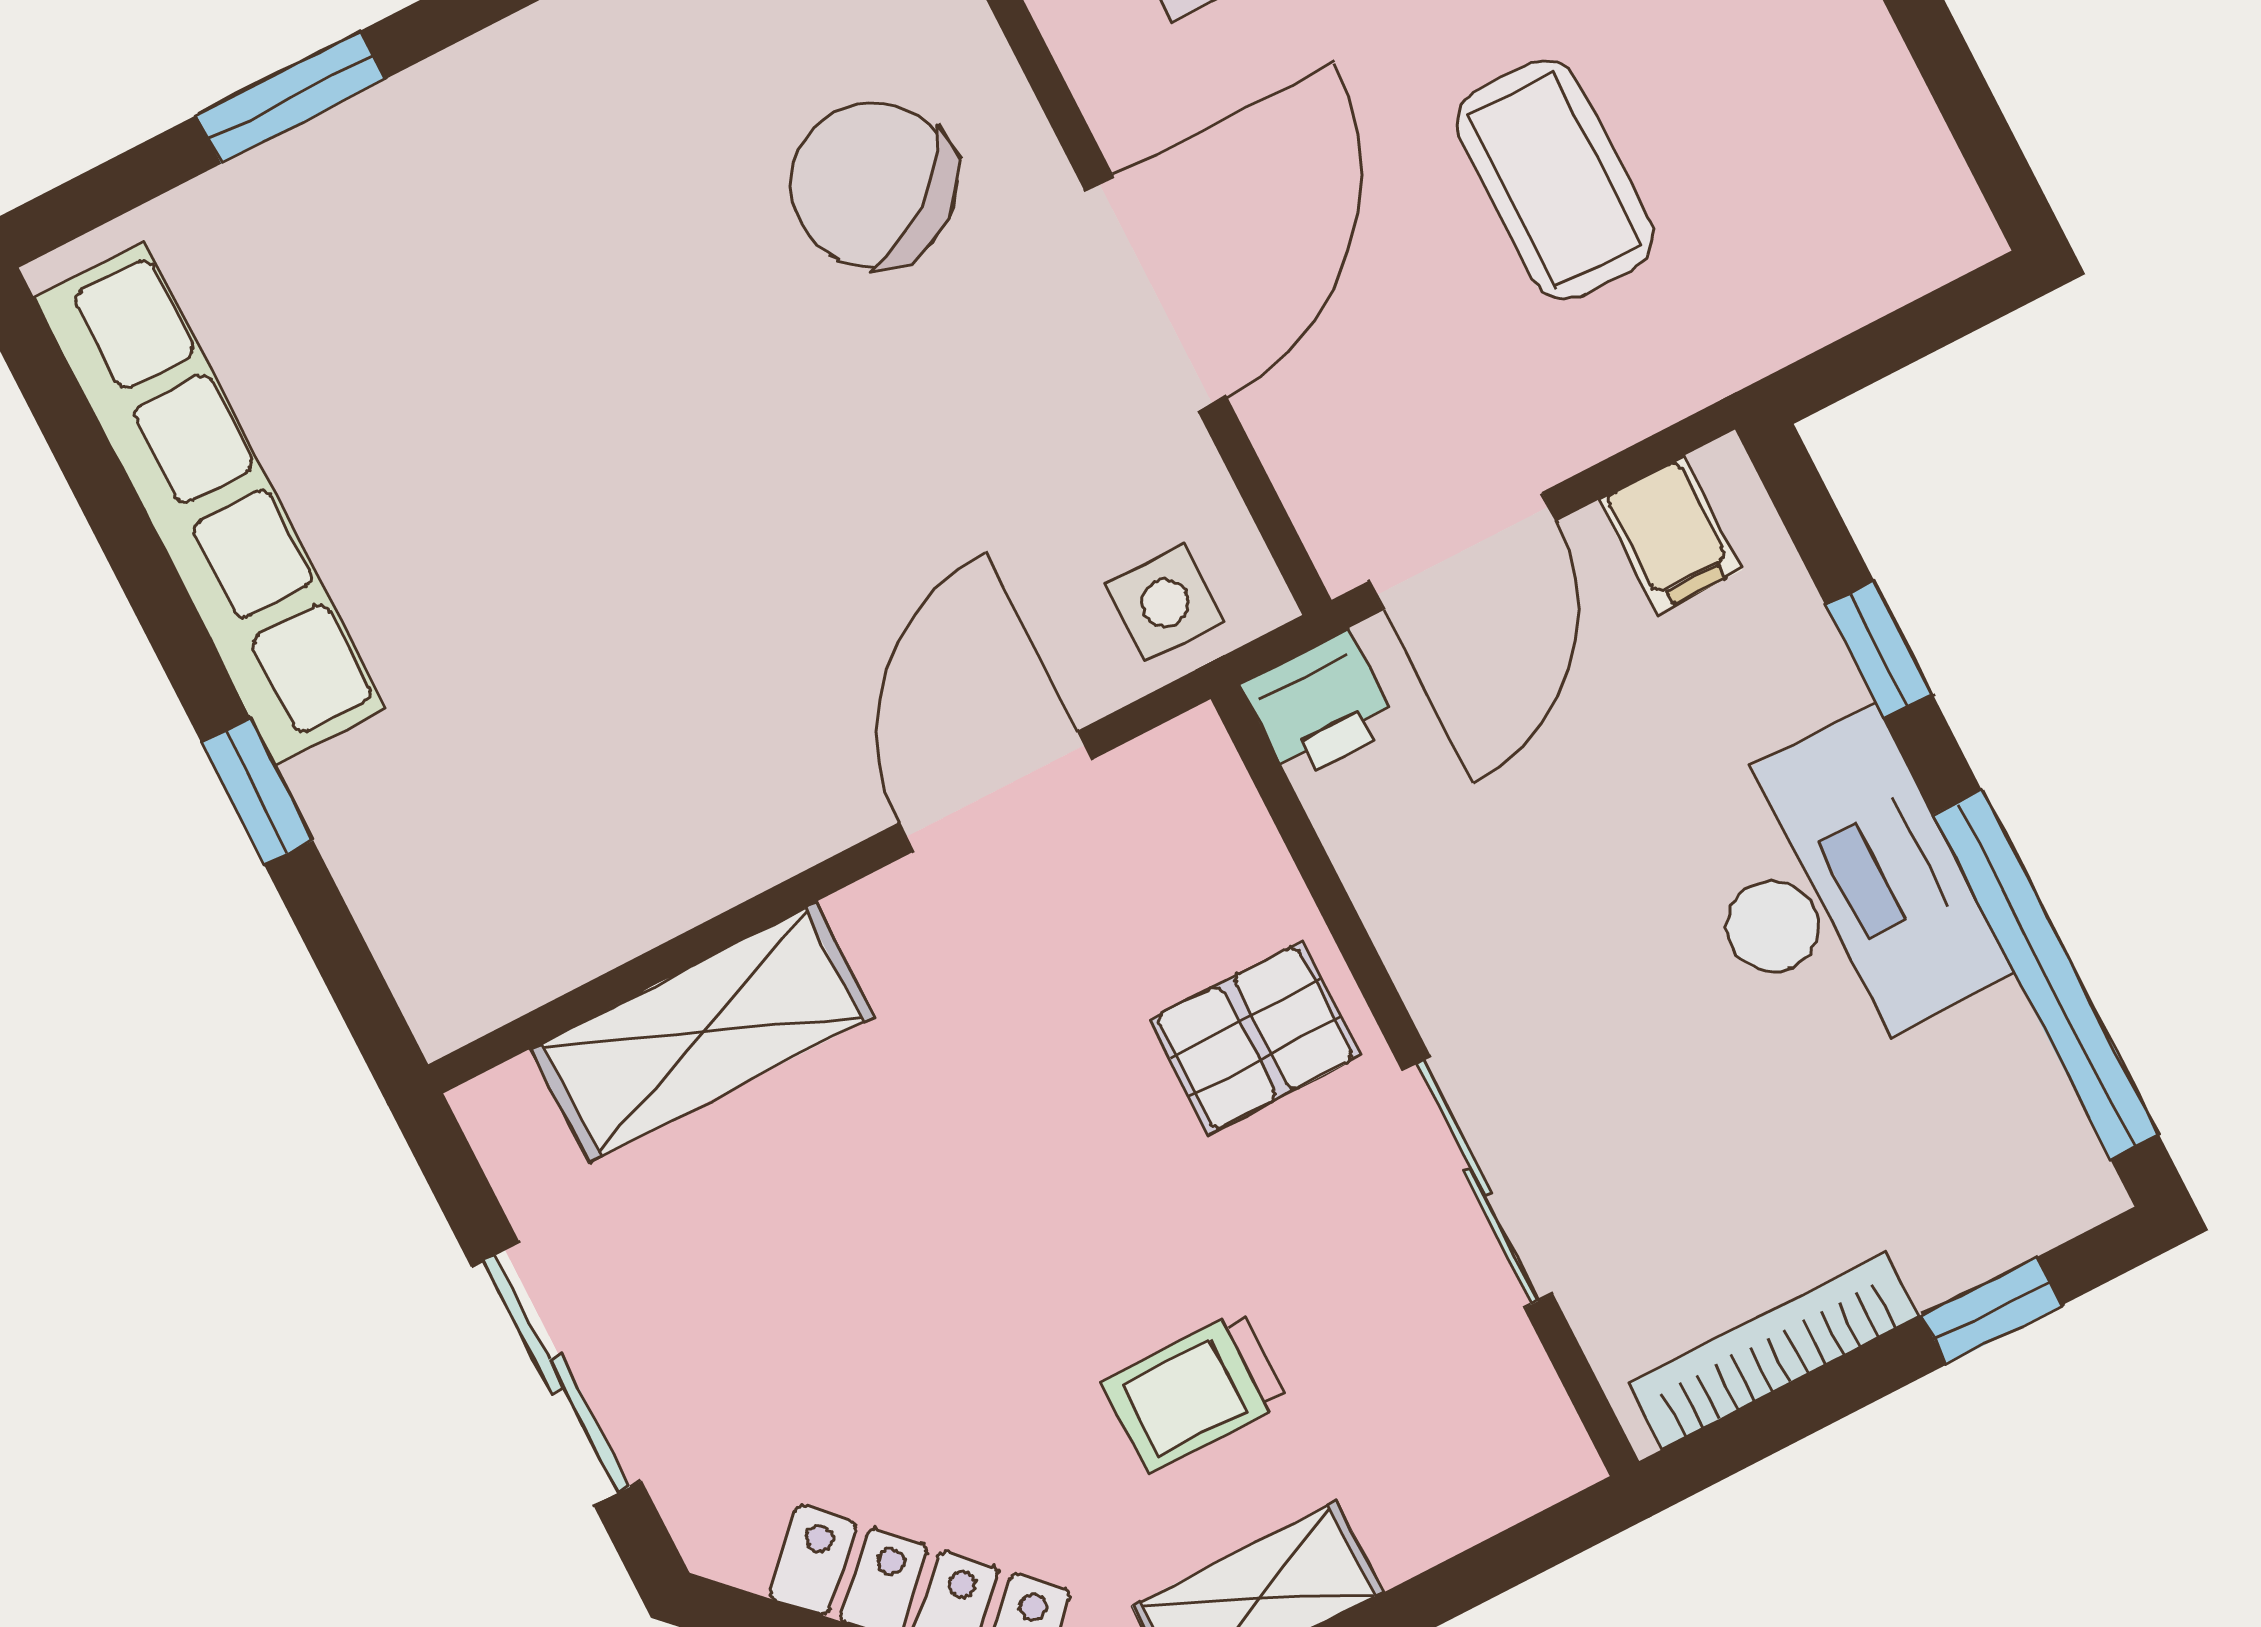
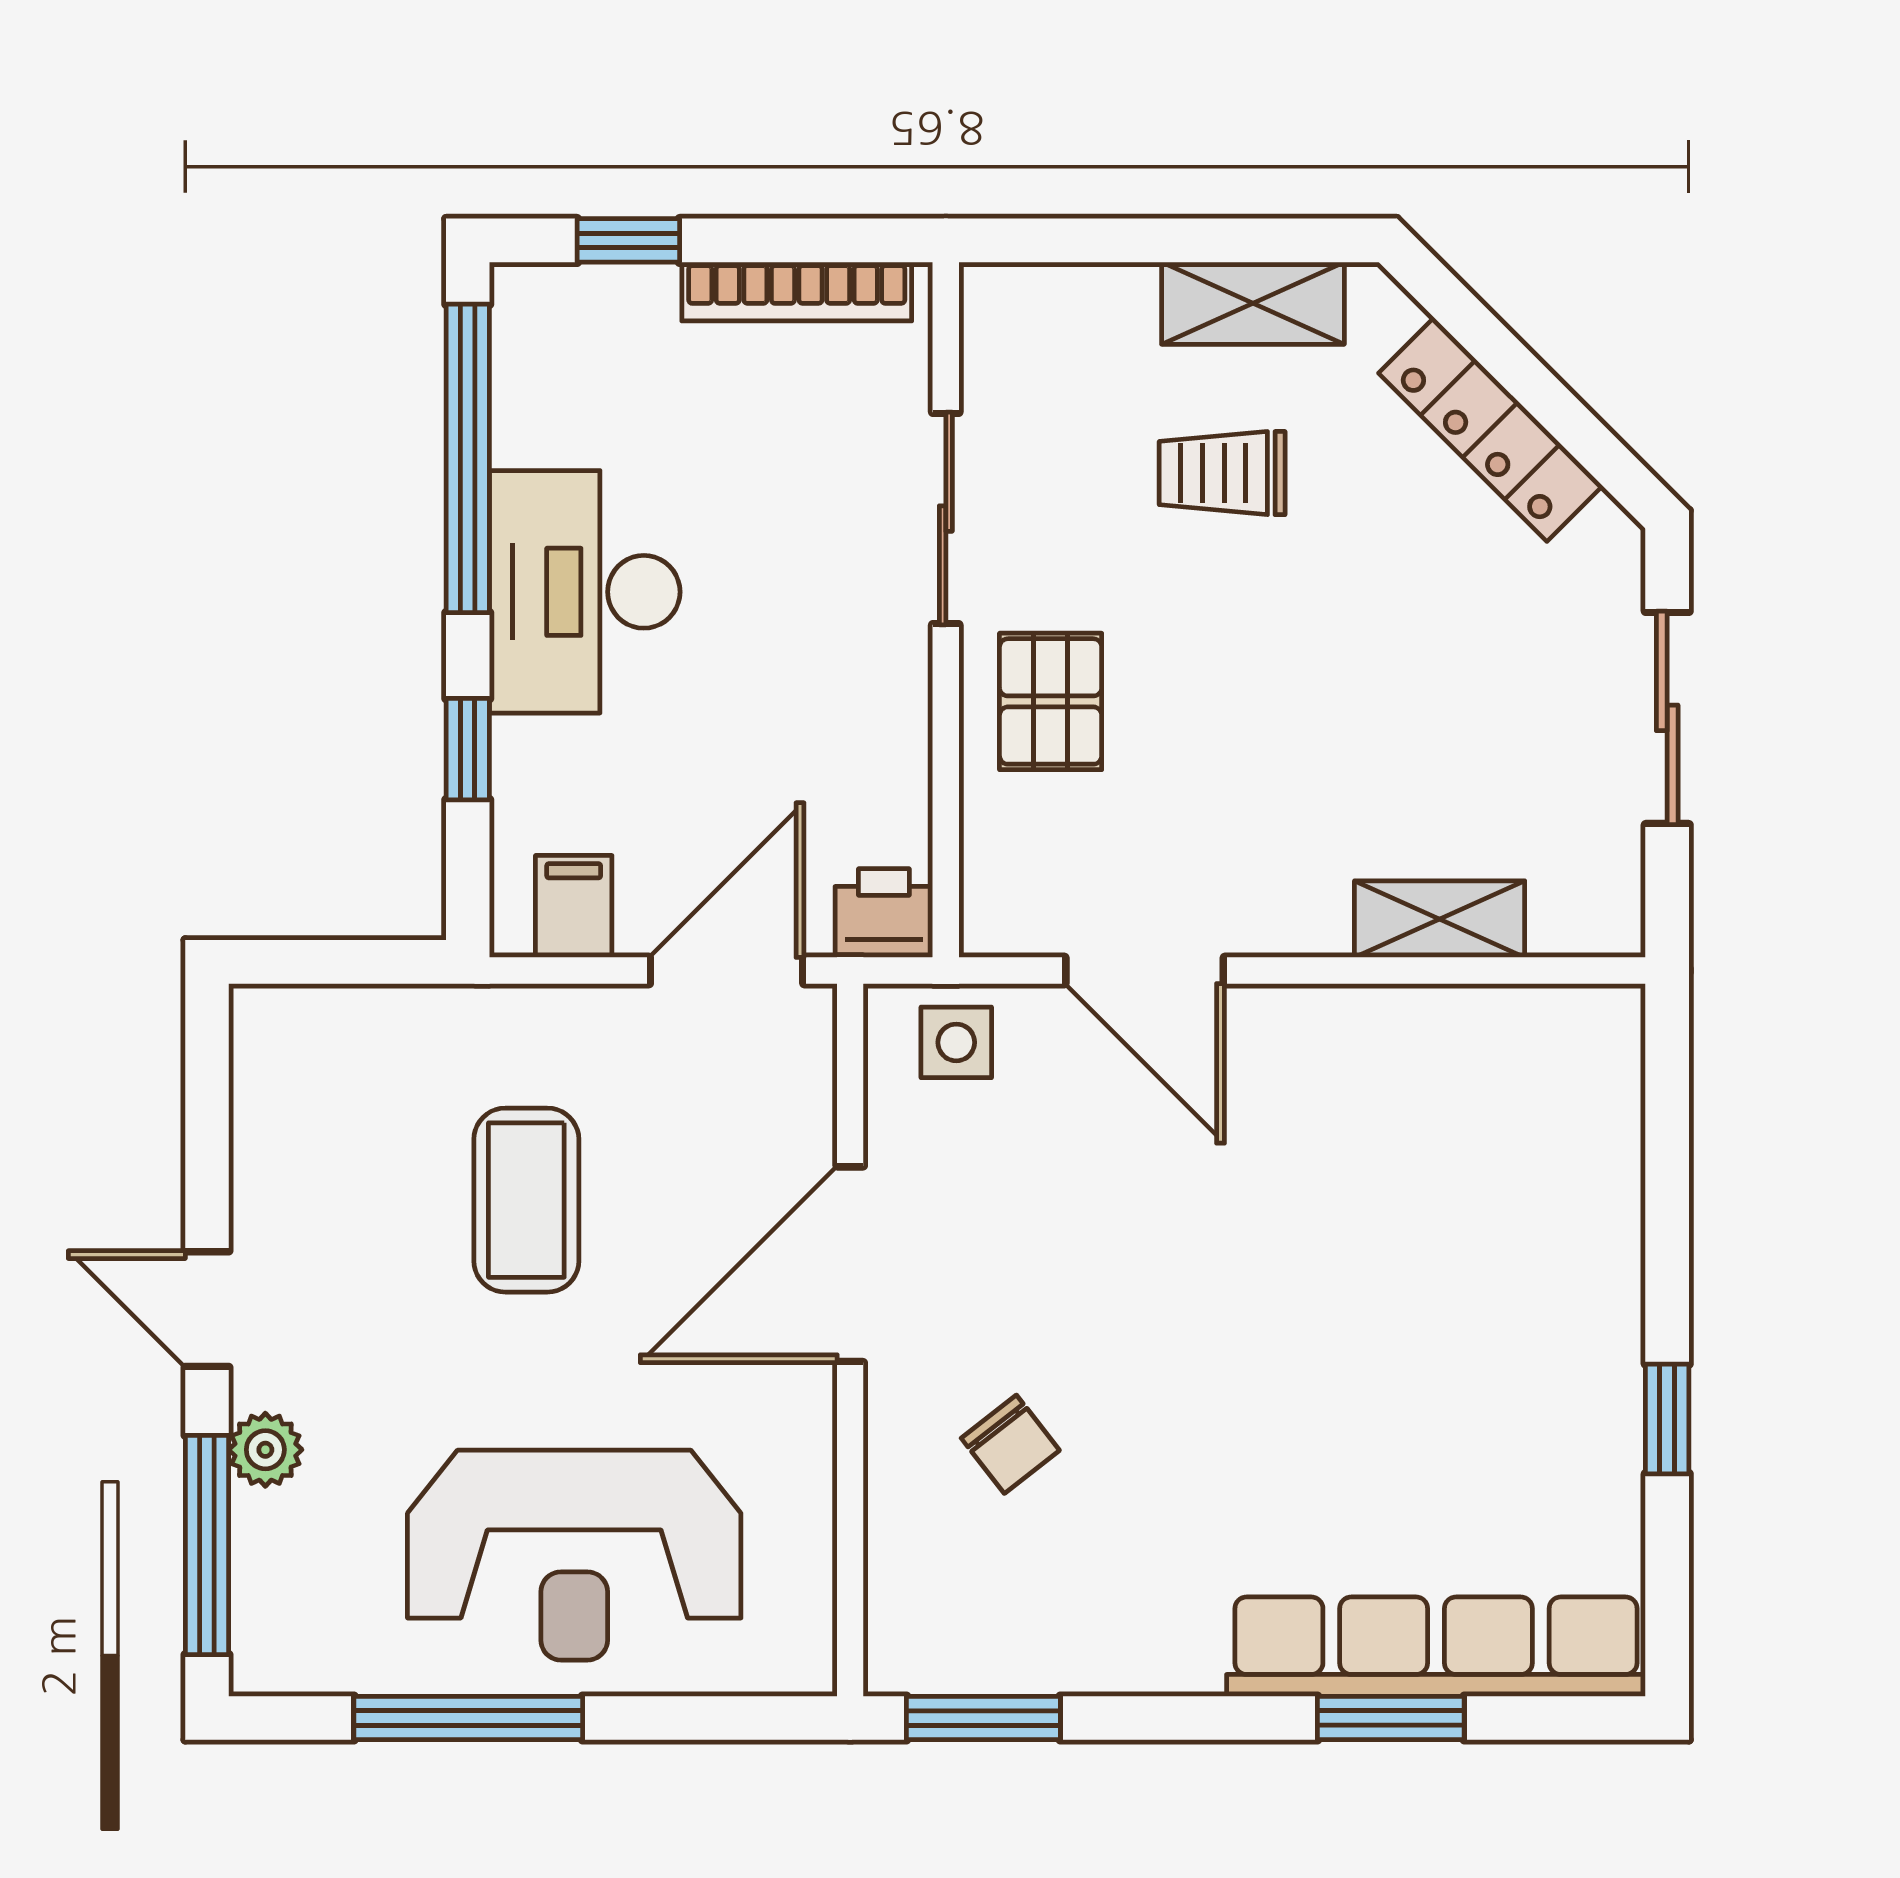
chair: (873, 185) -> (1010, 1444), width x0.54, depth x0.54
row of seats: (210, 503) -> (1436, 1647), moved, turned 90
door: (995, 791) -> (1145, 971), hinge flipped
window: (257, 792) -> (1667, 1419), moved
shelving: (703, 1032) -> (1440, 919), width x0.67, depth x0.75
pallet: (1255, 1038) -> (1051, 701), turned 90
trolley: (1194, 1392) -> (1222, 473), turned 180

